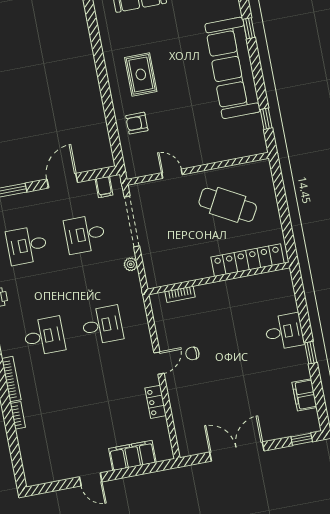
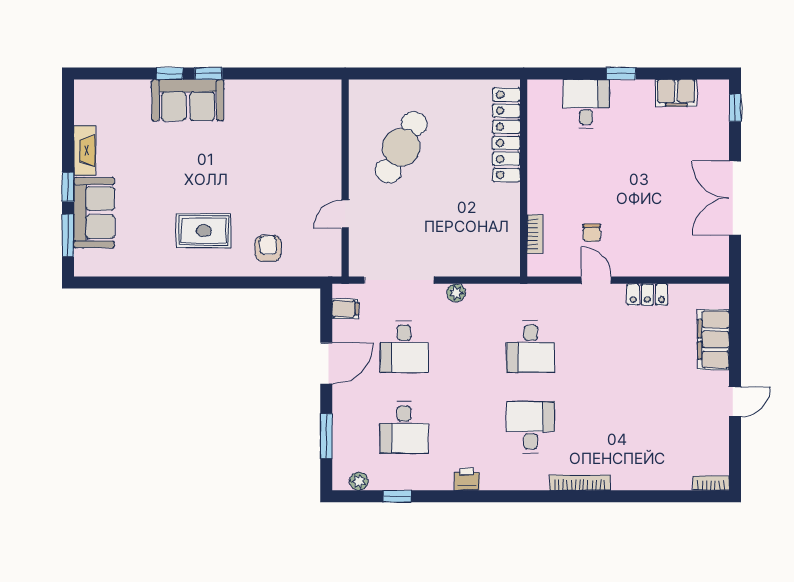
sofa: (232, 68) -> (188, 100), width x0.54, depth x0.79
window: (266, 119) -> (208, 74), moved
armchair: (137, 123) -> (268, 248), turned 180
door: (62, 181) -> (326, 363), swing flipped
locker: (247, 260) -> (506, 135), moved
wall: (219, 278) -> (524, 178), moved
bookcase: (180, 294) -> (535, 234), moved
desk: (102, 325) -> (531, 347), turned 180
bookcase: (18, 415) -> (711, 483), moved

